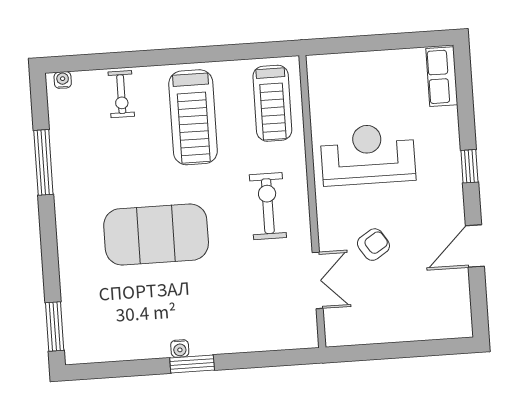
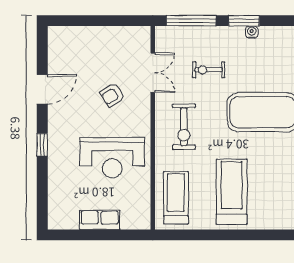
row of seats: (442, 77) -> (100, 220), moved, turned -90
exercise bike: (121, 94) -> (209, 70), moved, turned -90
double door: (318, 280) -> (153, 73), swing flipped
window: (268, 359) -> (191, 21), added

